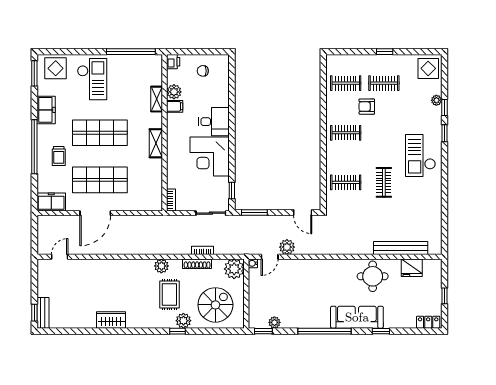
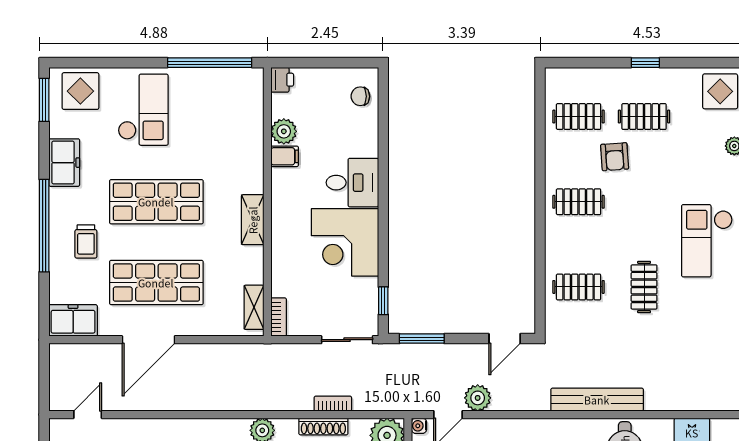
chair: (203, 71) -> (360, 96), moved
shelving: (157, 99) -> (254, 307), moved
armchair: (367, 107) -> (615, 157), turned -94
door: (303, 212) -> (505, 339), hinge flipped
bench: (401, 248) -> (597, 400), moved

